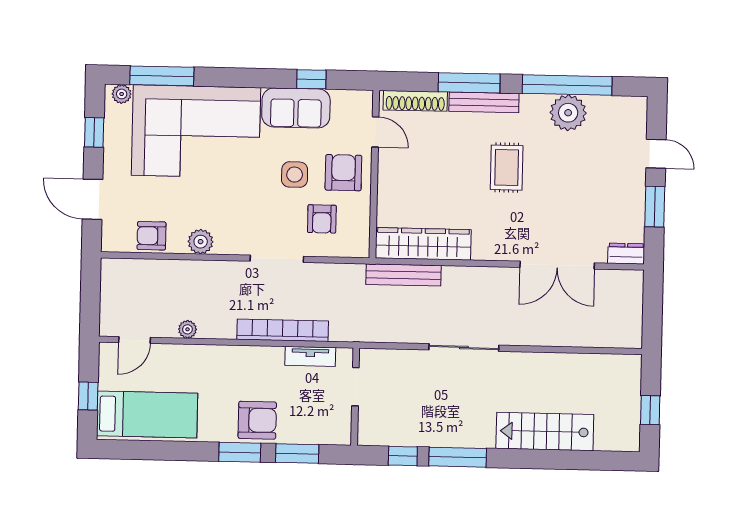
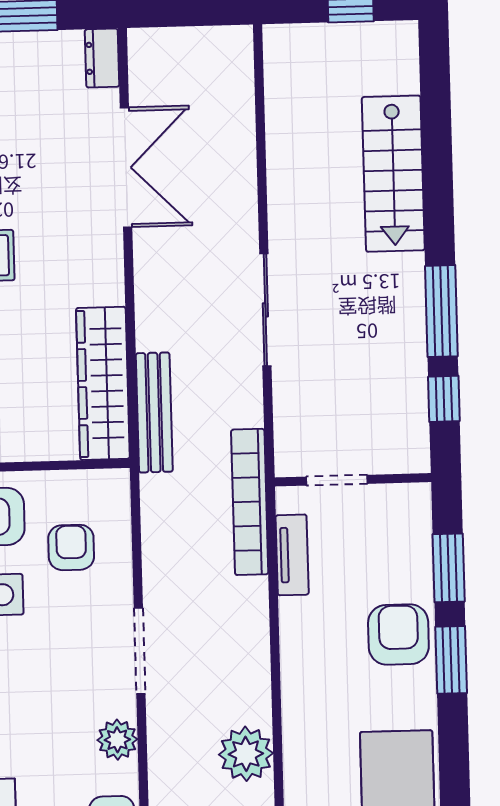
armchair: (322, 219) -> (71, 547), turned -90
doorway: (277, 259) -> (140, 651), moved
plant: (187, 329) -> (246, 754), width x1.88, depth x1.88
bookcase: (283, 330) -> (250, 502), moved

